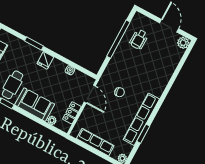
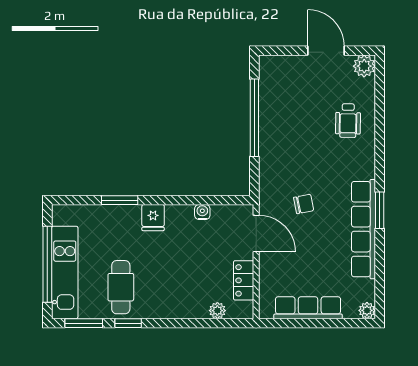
wheelchair: (139, 39) -> (348, 121), moved
sofa: (35, 105) -> (175, 300), removed
window: (143, 134) -> (380, 210), moved

